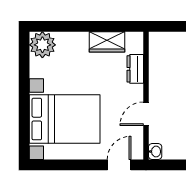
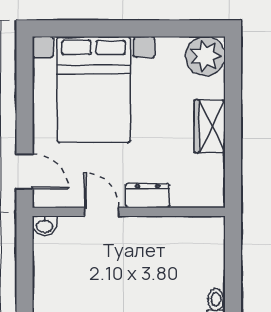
wardrobe: (107, 42) -> (210, 126), moved
dresser: (135, 69) -> (148, 196), moved

